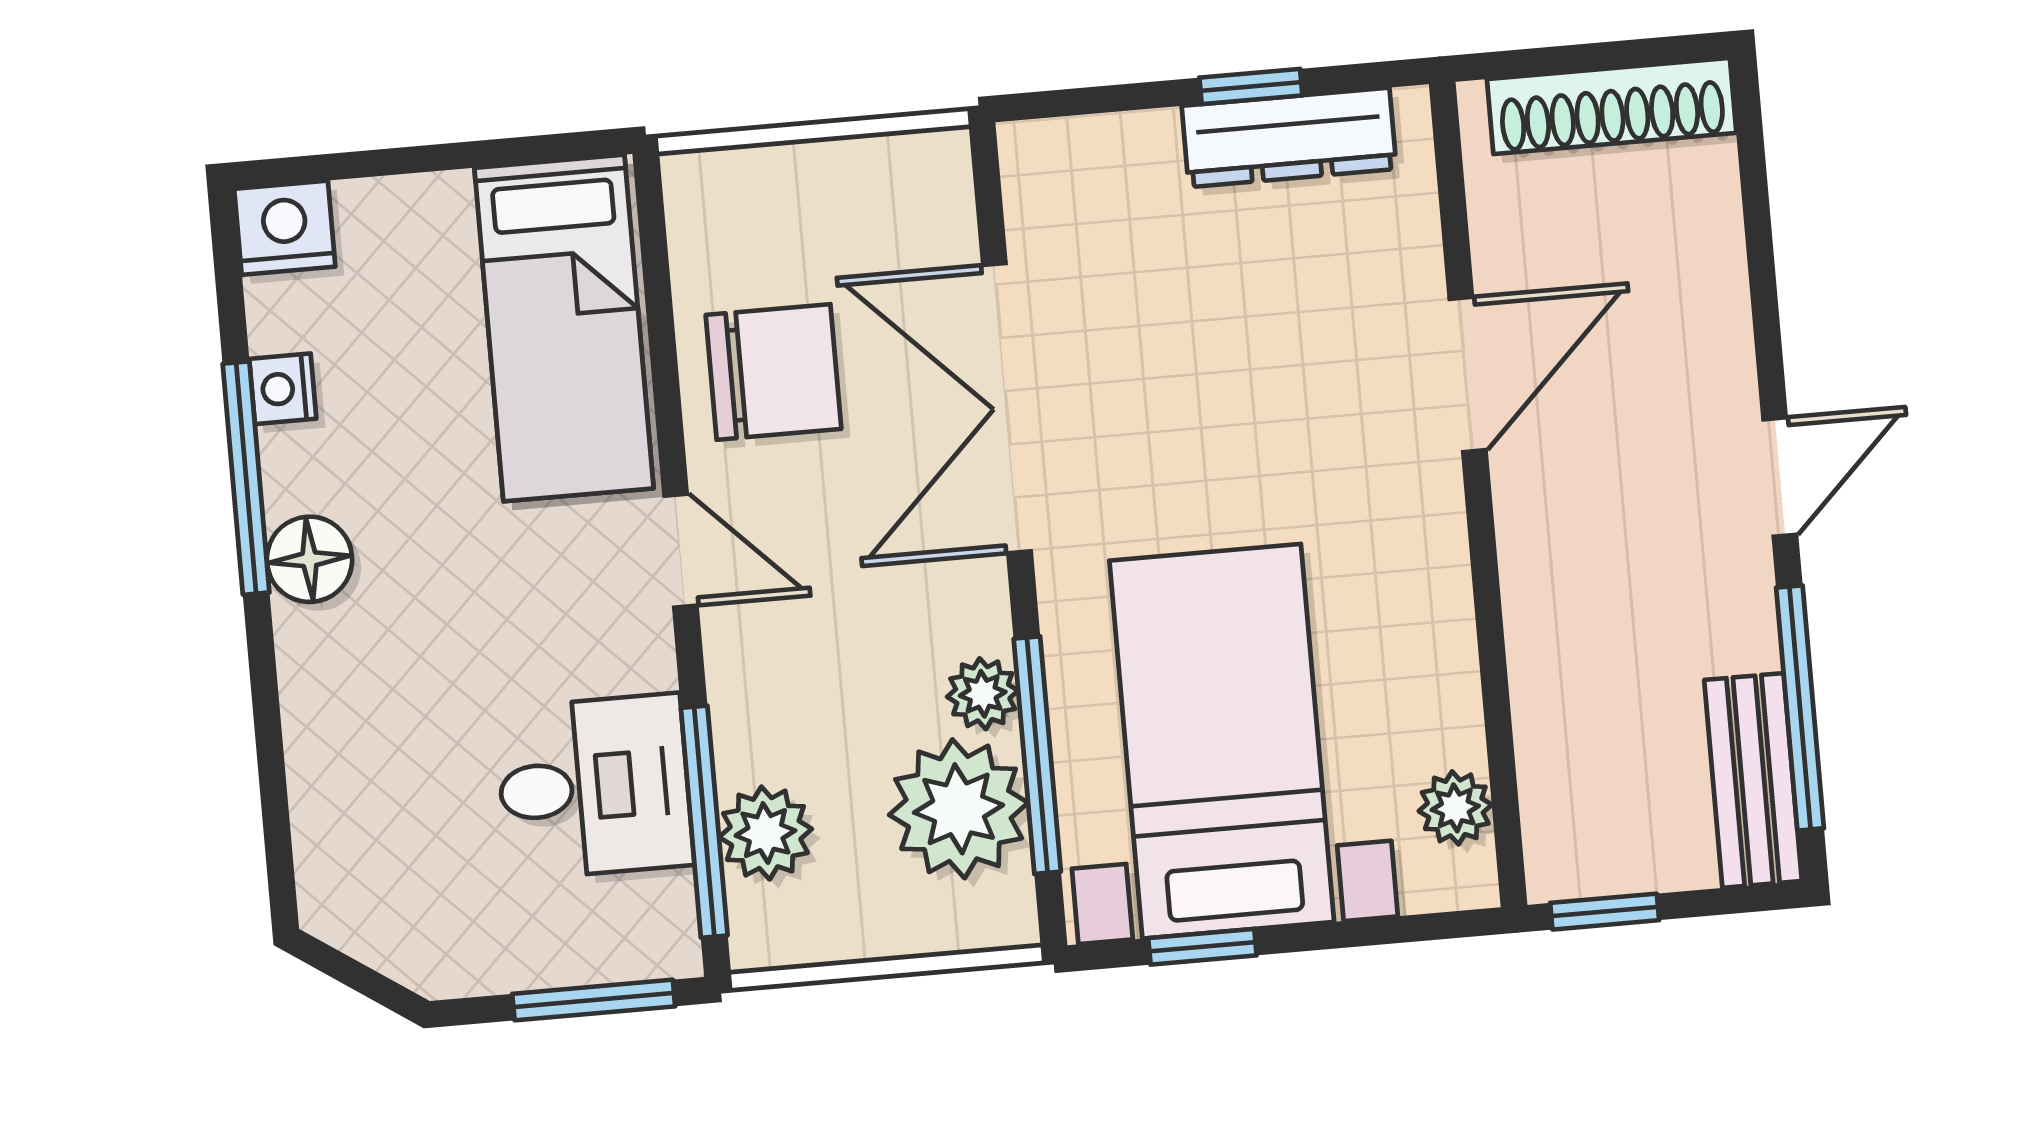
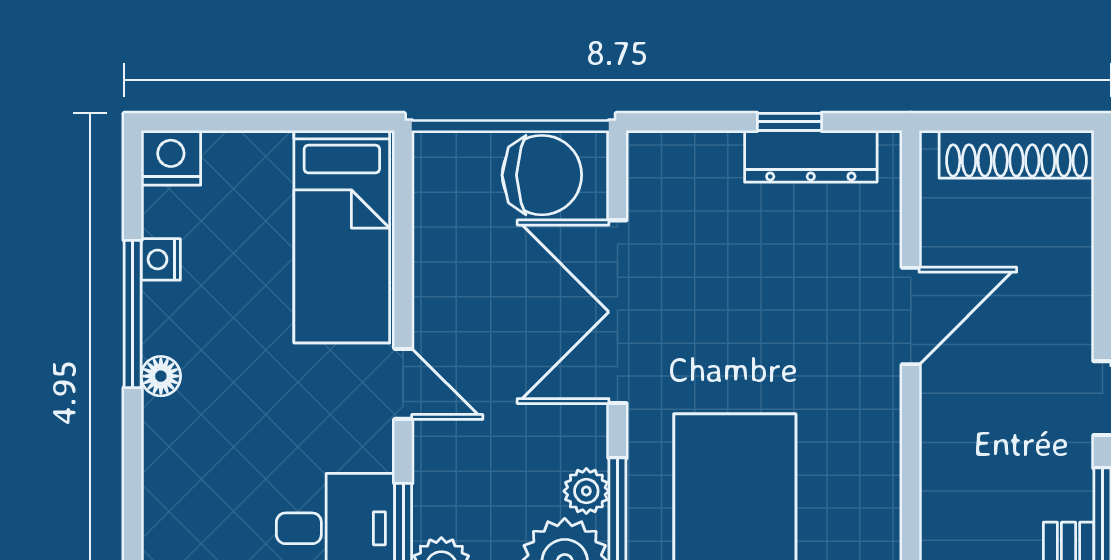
chair: (774, 372) -> (542, 175), moved
floor lamp: (309, 559) -> (161, 376), width x0.73, depth x0.73

